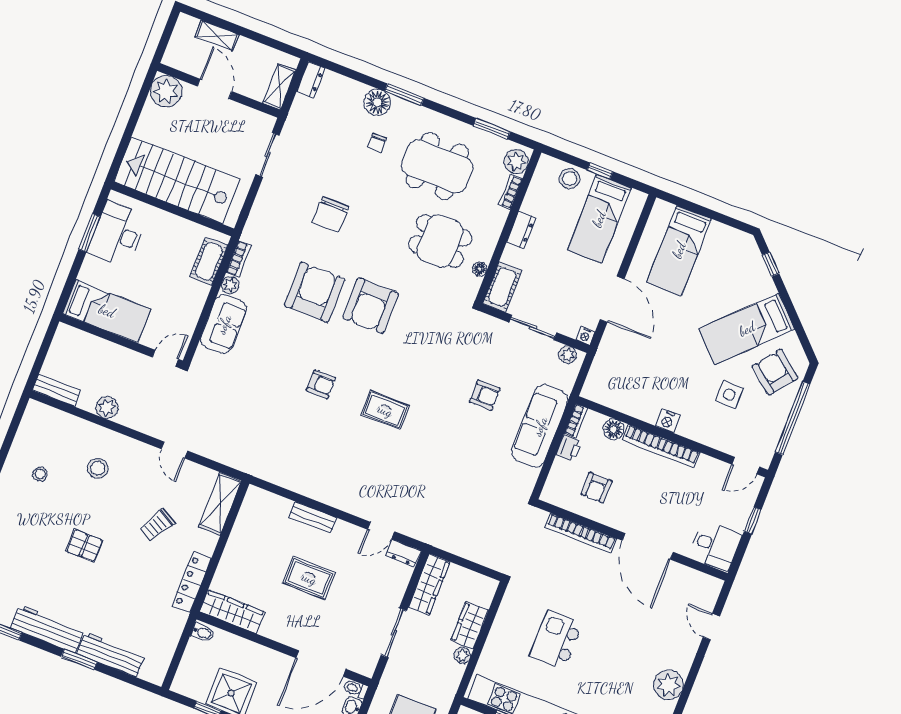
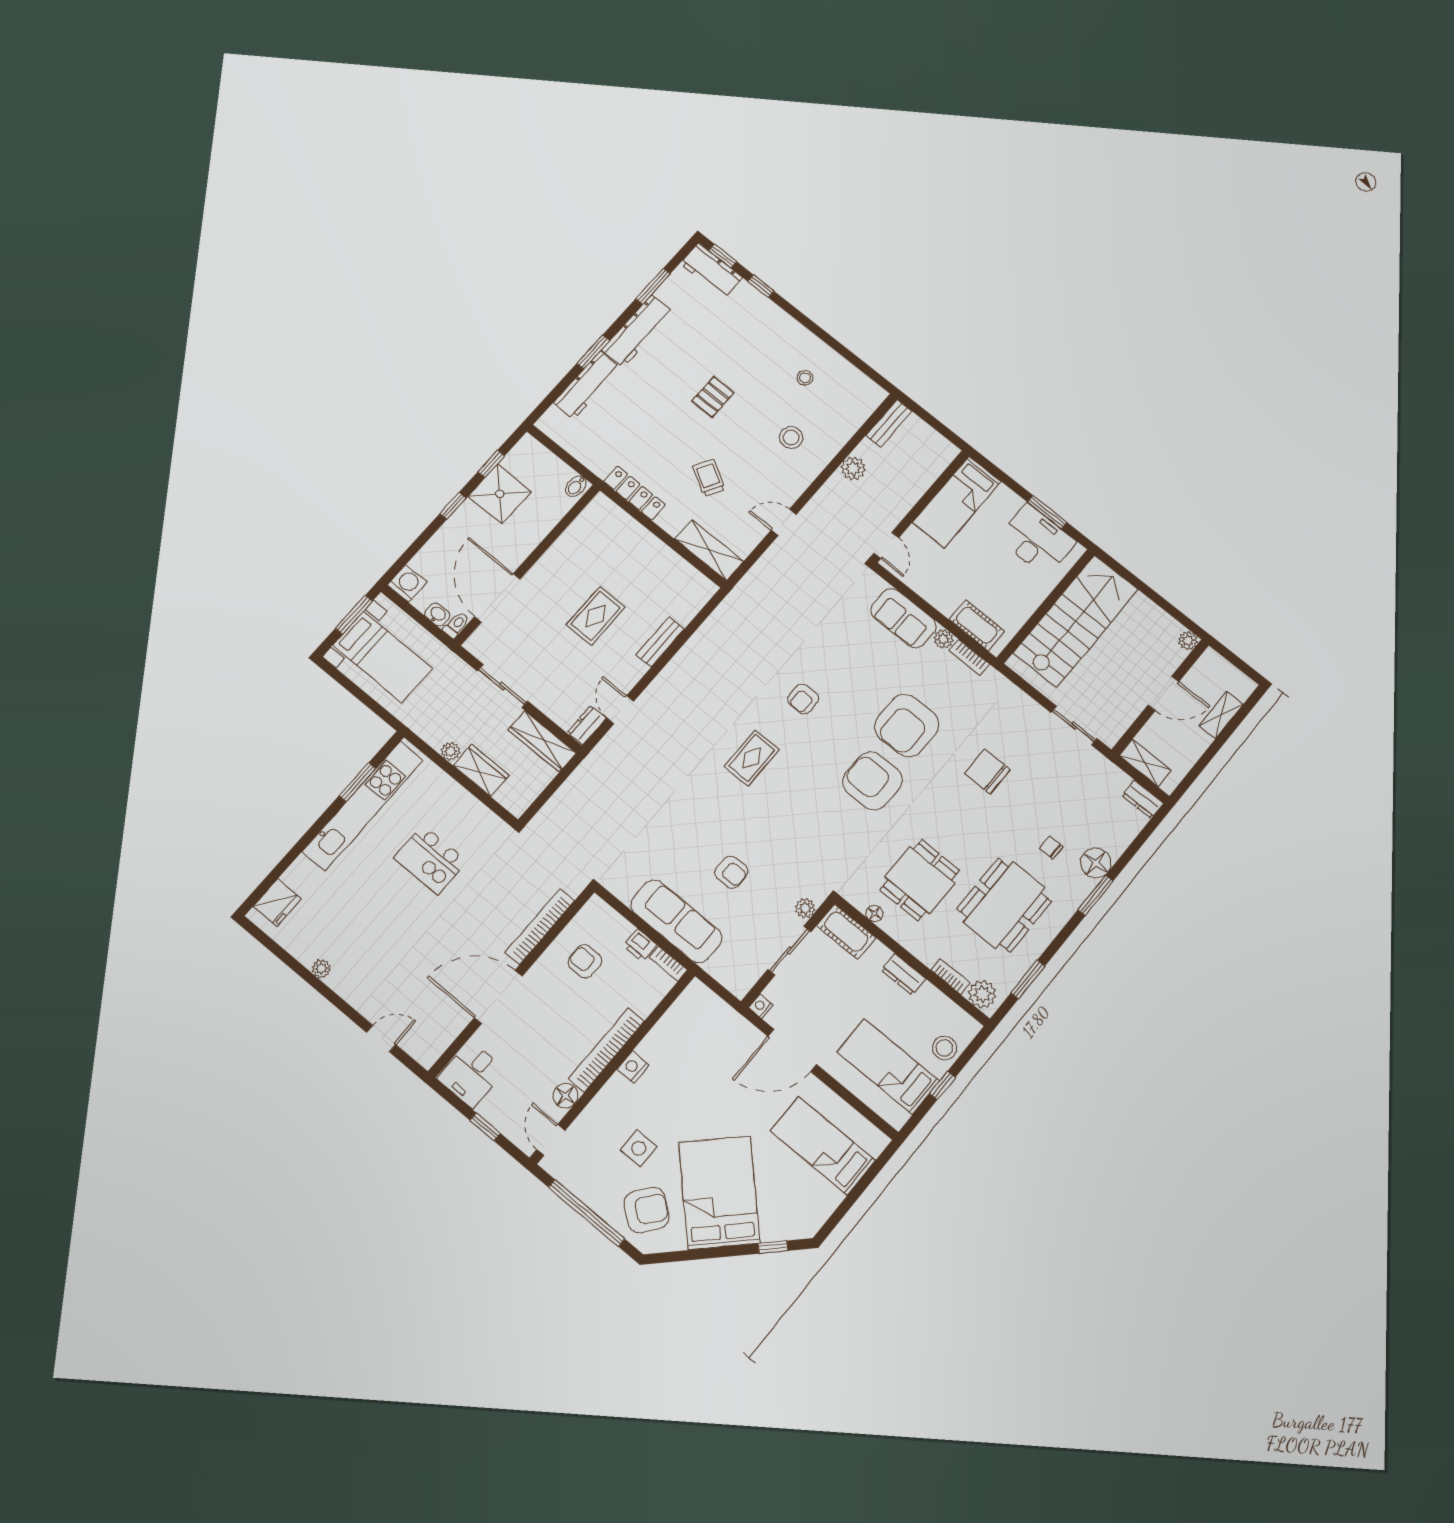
plant: (166, 91) -> (1188, 641), width x0.53, depth x0.53
armchair: (314, 292) -> (907, 726), turned 90
bed: (747, 329) -> (719, 1193), width x1.50
plant: (568, 355) -> (805, 908), moved
armchair: (485, 395) -> (731, 872), turned -90
floor lamp: (613, 429) -> (566, 1096), moved
wardrobe: (232, 612) -> (587, 524), removed
kitchen island: (556, 640) -> (430, 859), turned 180
plant: (668, 685) -> (321, 969), width x0.53, depth x0.53

